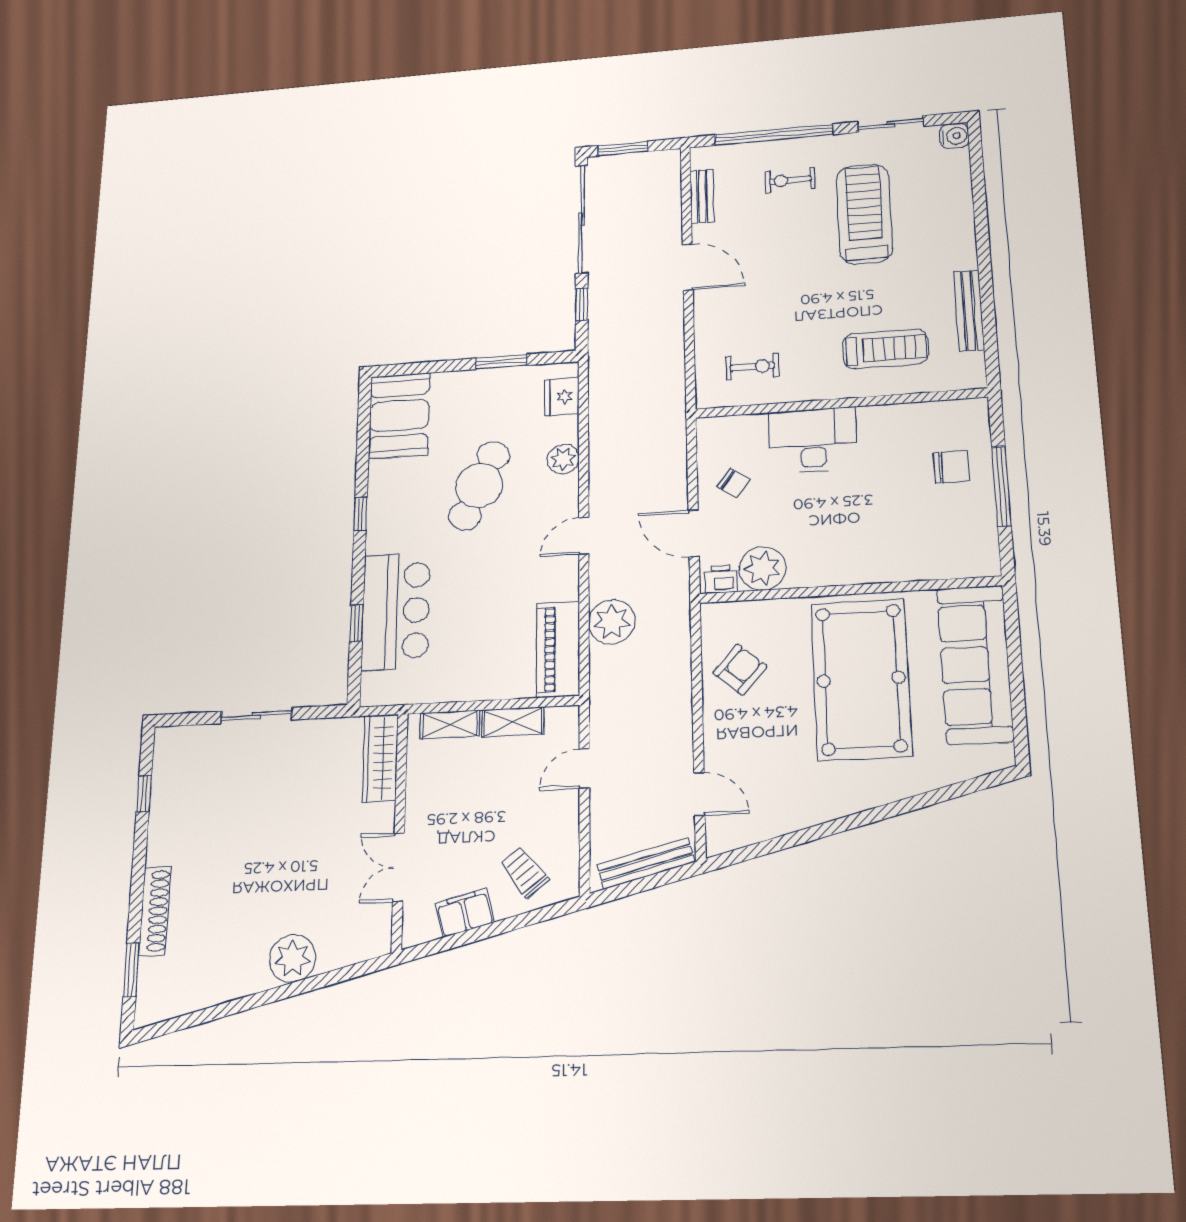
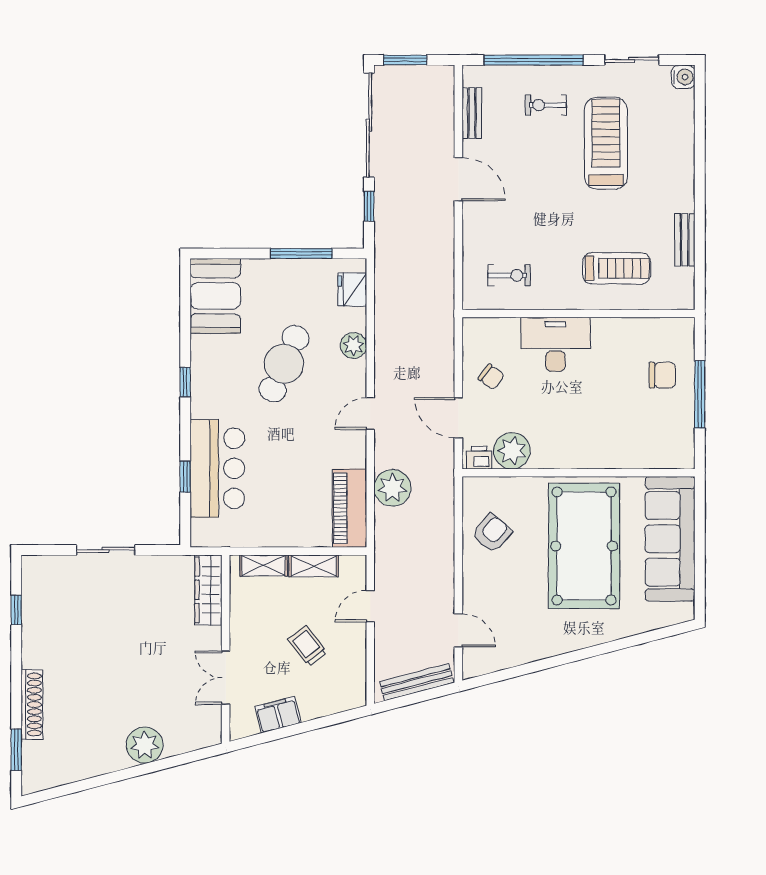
bench: (969, 311) -> (685, 240), width x0.73
window: (501, 362) -> (301, 253), width x1.44
trolley: (524, 872) -> (308, 646), moved

